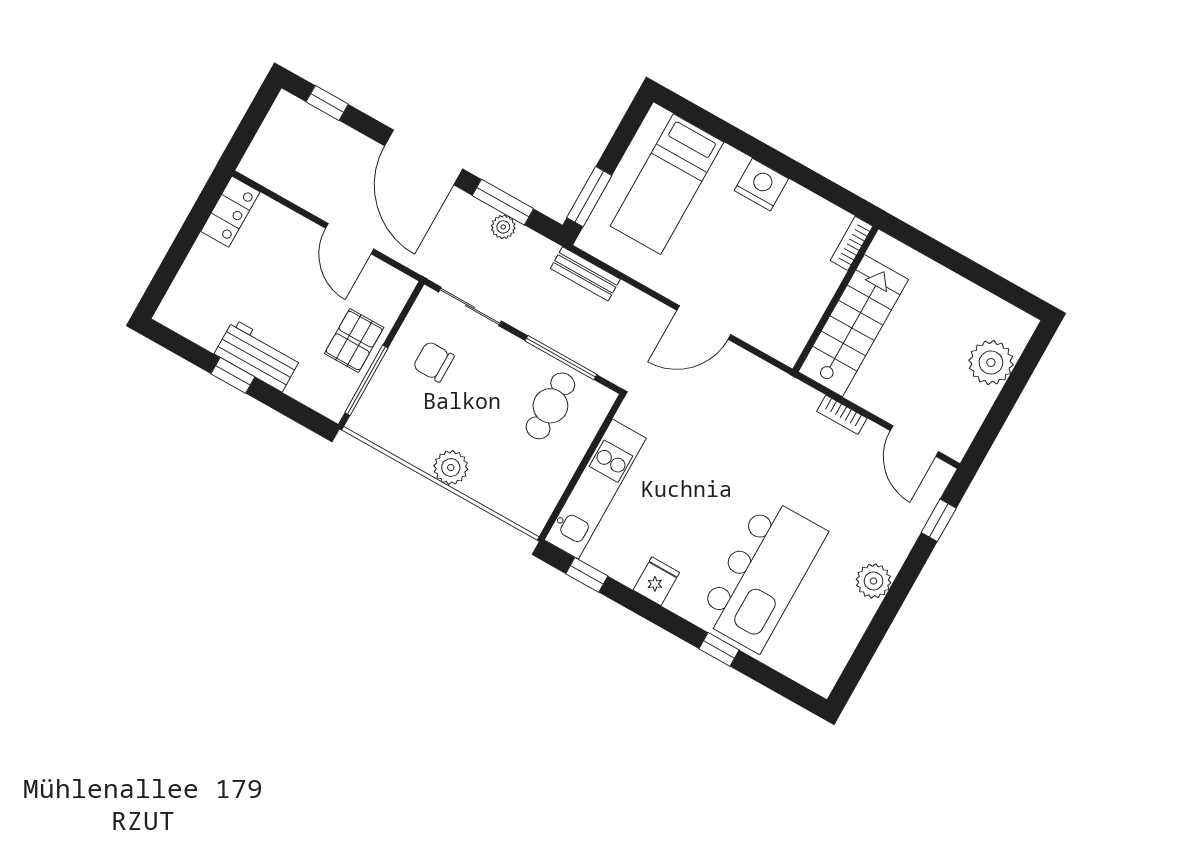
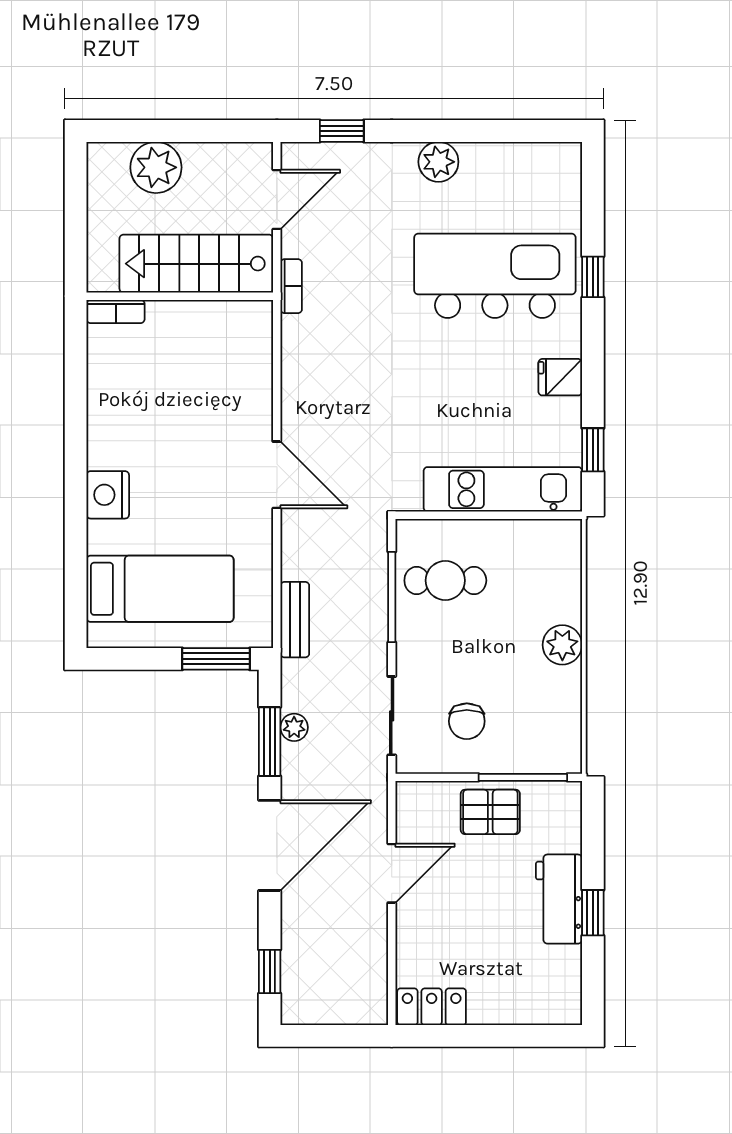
bookcase: (852, 243) -> (116, 311), moved
wall: (835, 299) -> (180, 296), moved
stairs: (853, 326) -> (196, 264), moved

